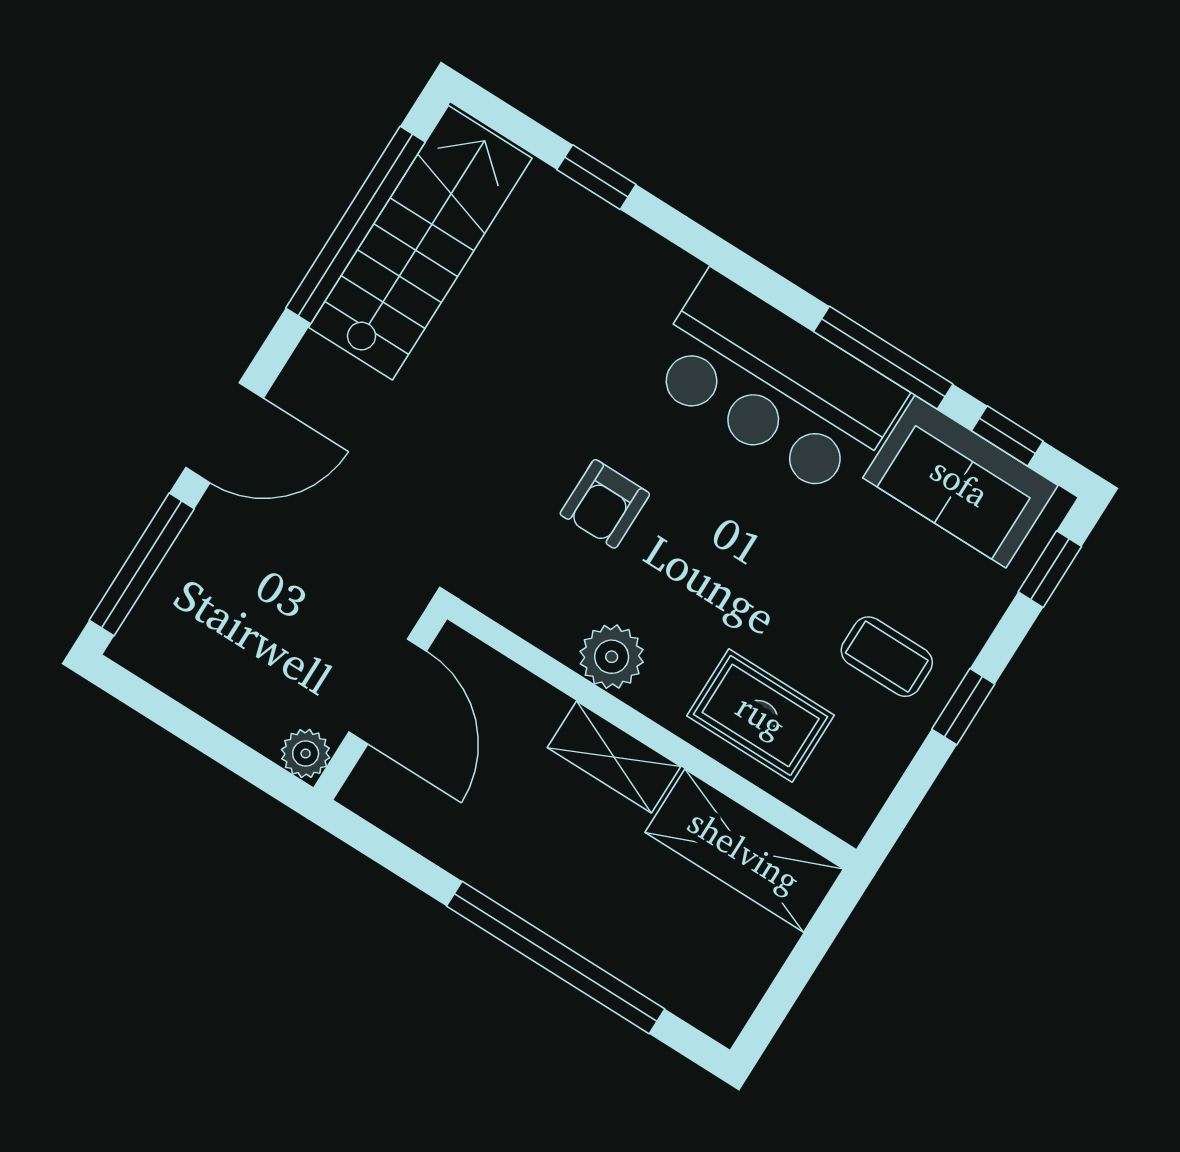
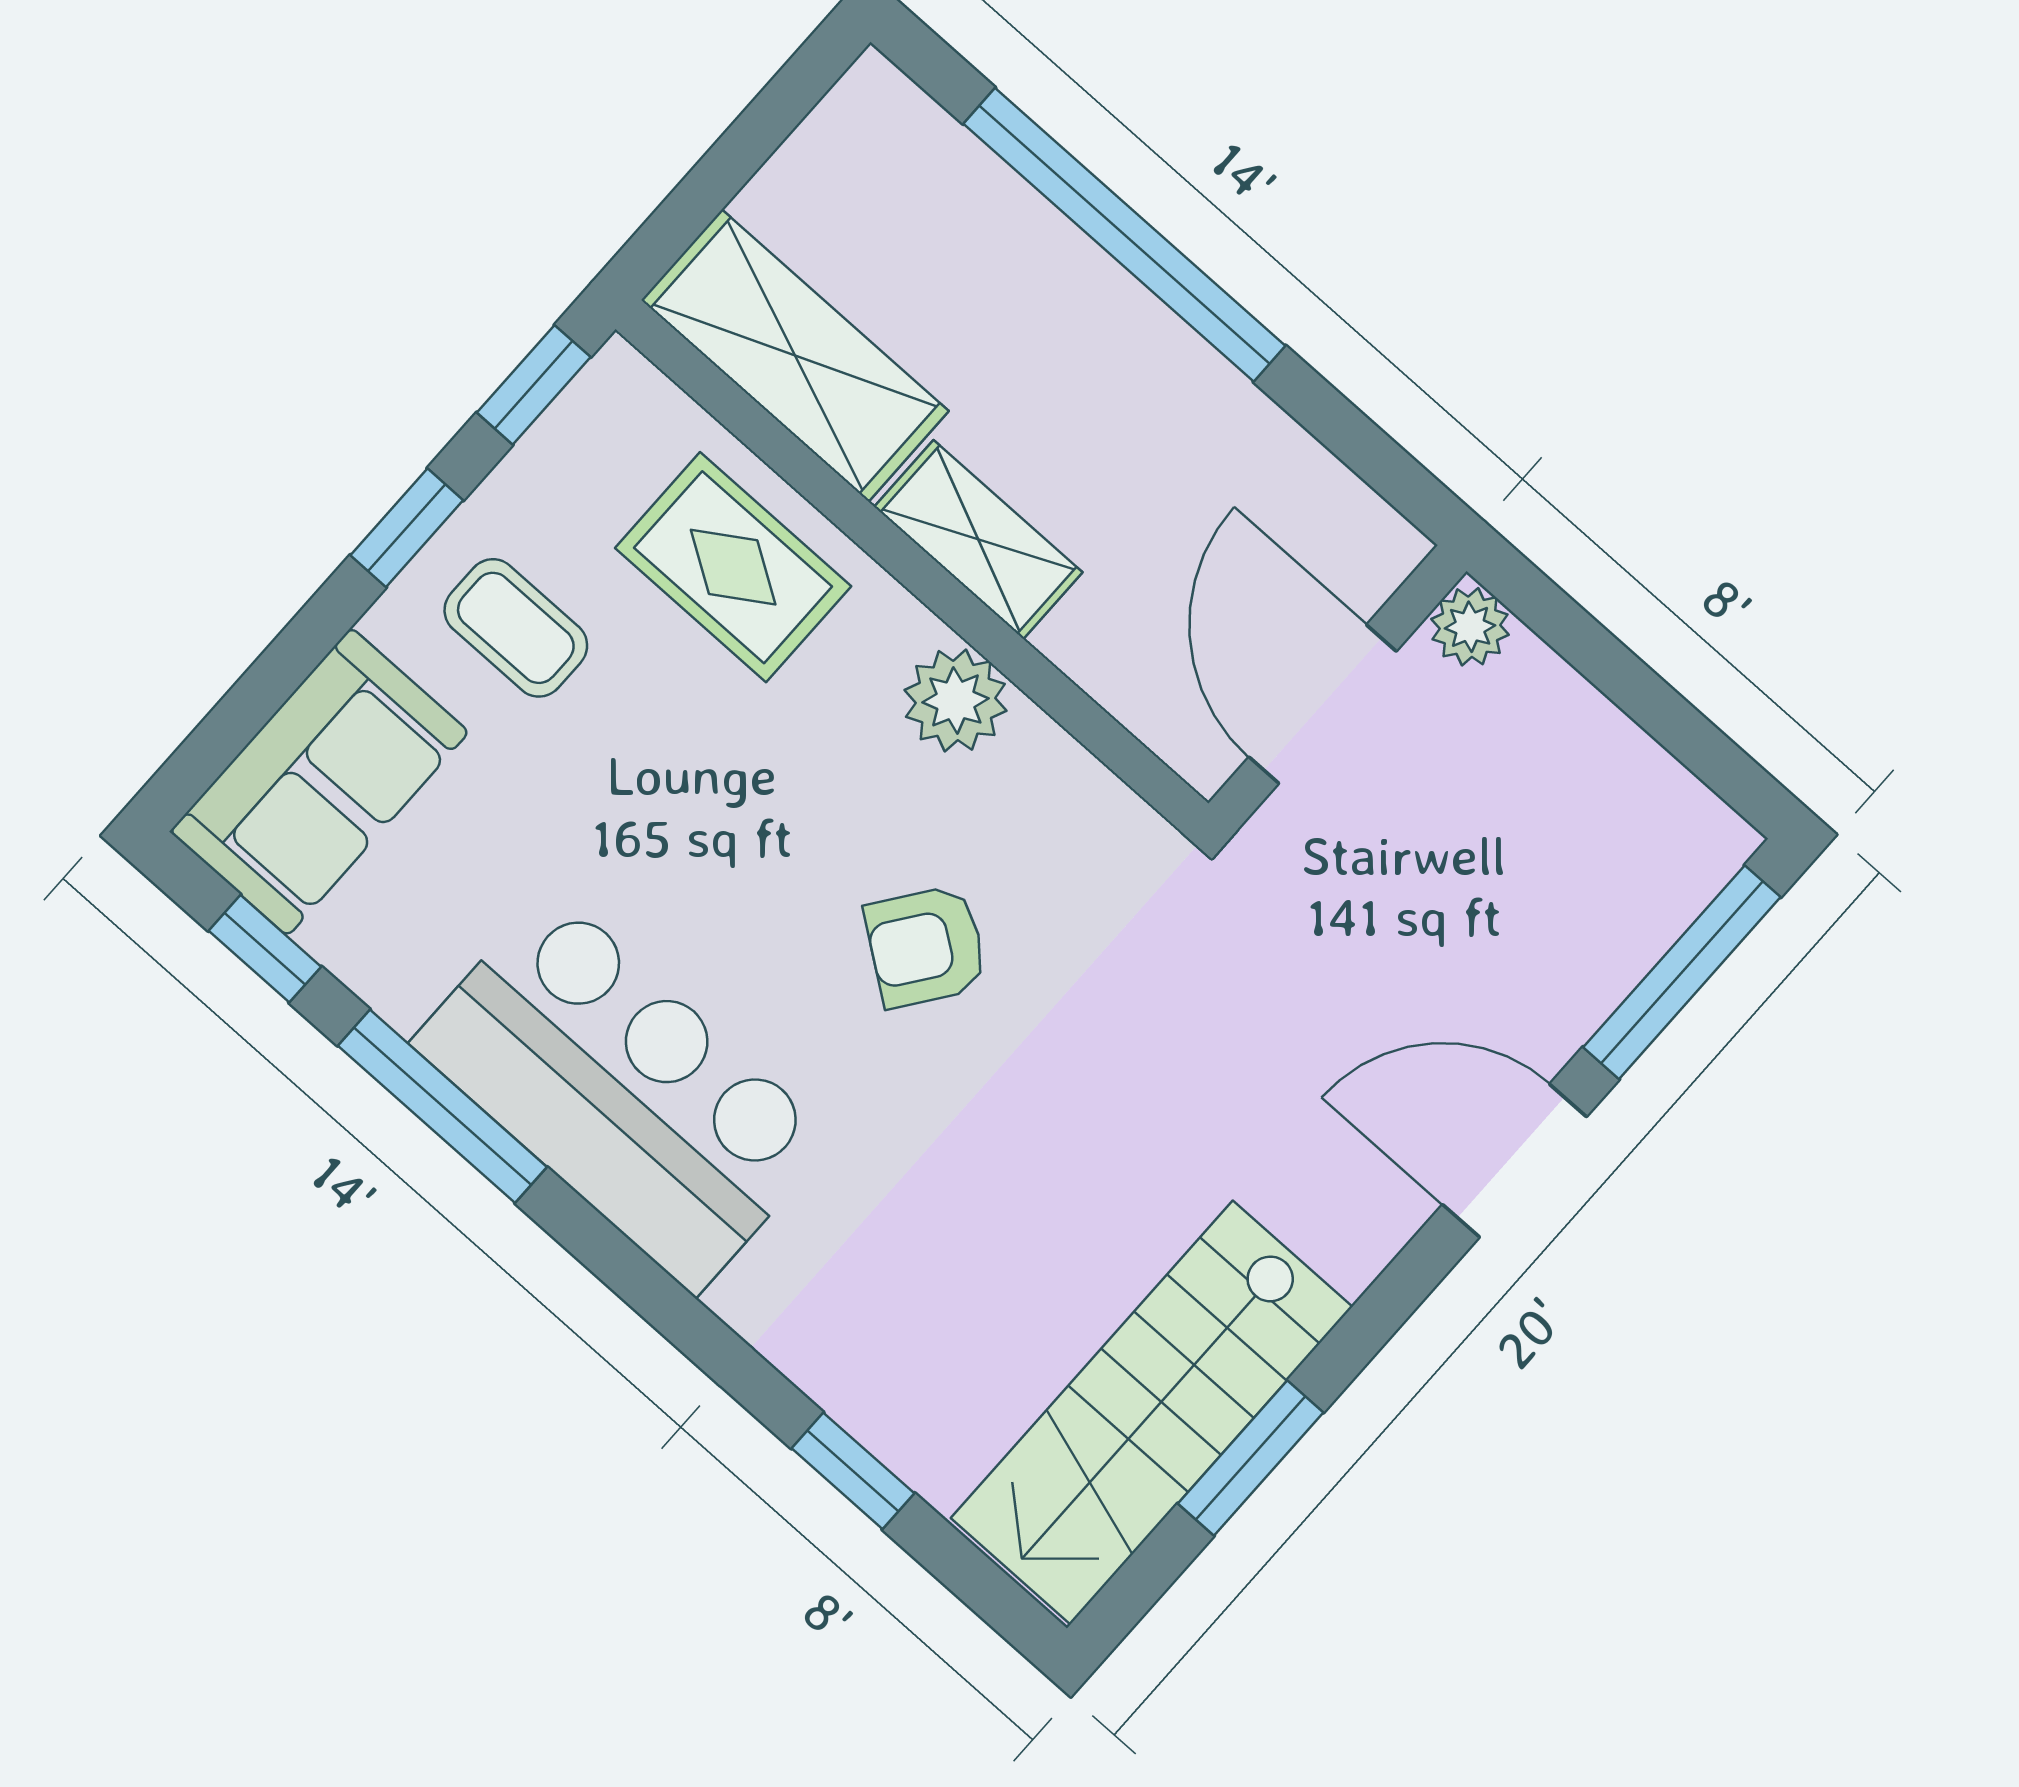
window: (355, 225) -> (1251, 1458), width x0.47
sofa: (960, 482) -> (319, 782), moved, turned 90
armchair: (605, 504) -> (926, 946), turned -144
window: (1050, 569) -> (534, 385), moved

